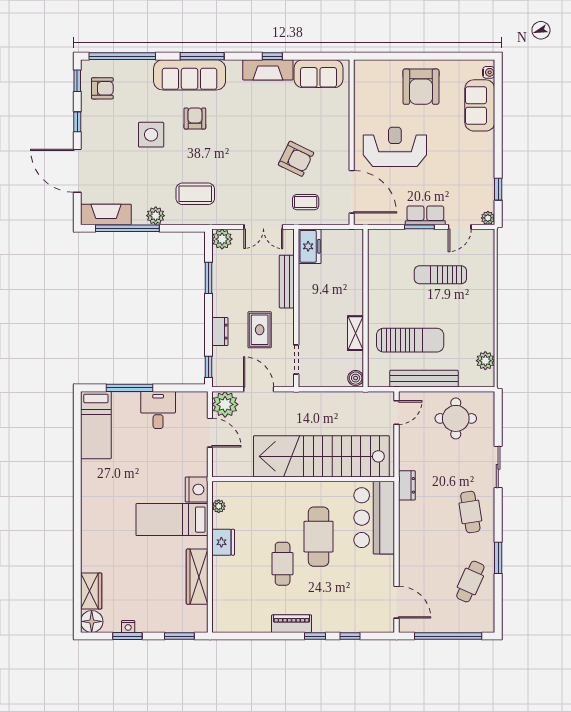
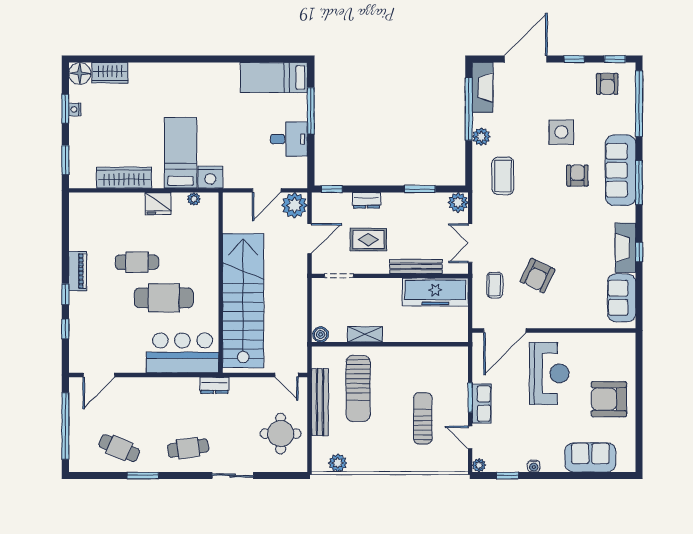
water cooler: (489, 72) -> (534, 466), moved
armchair: (195, 118) -> (577, 176), turned -90
freezer: (310, 246) -> (435, 292), width x1.91, depth x1.26

